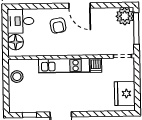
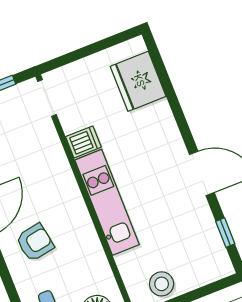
fridge: (125, 93) -> (138, 81), moved, turned 90

